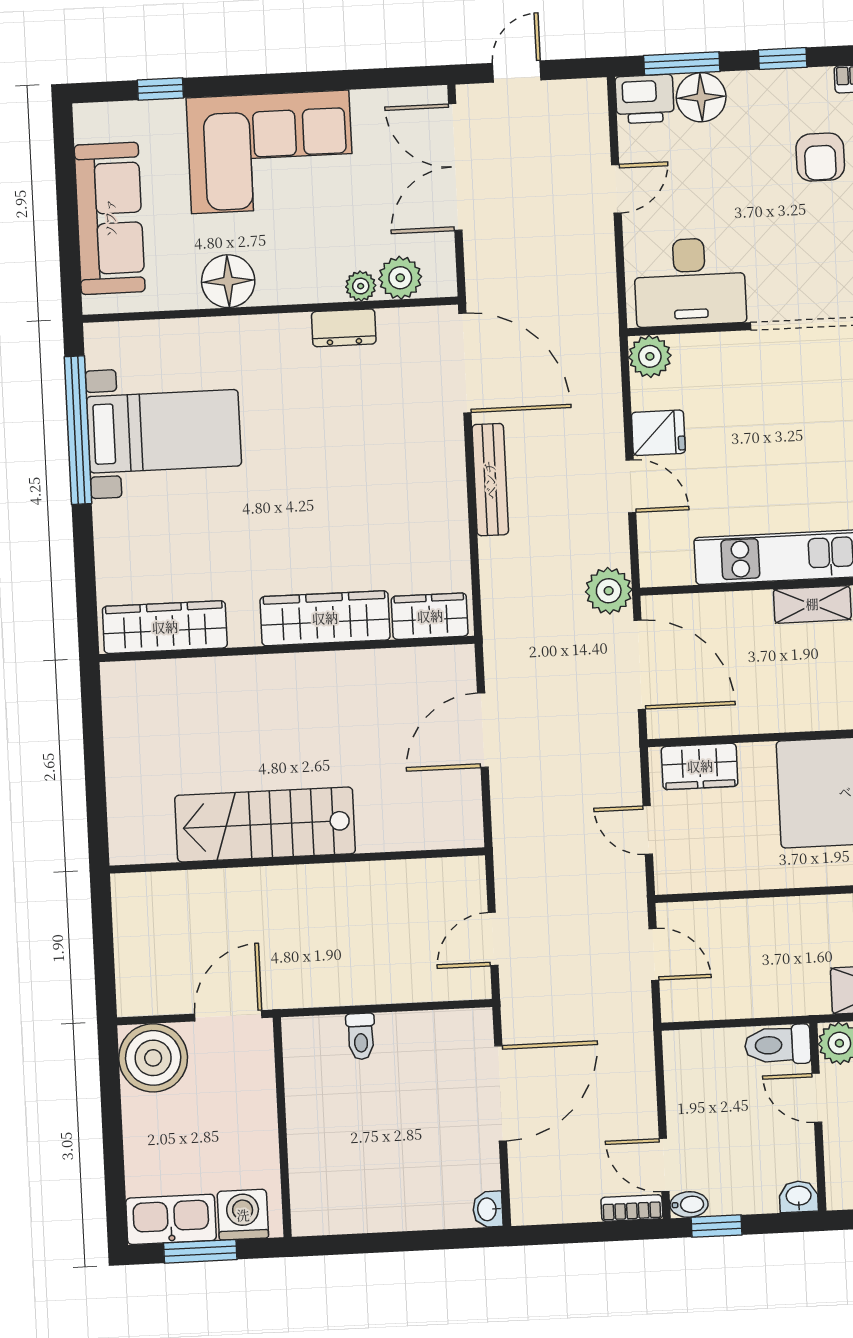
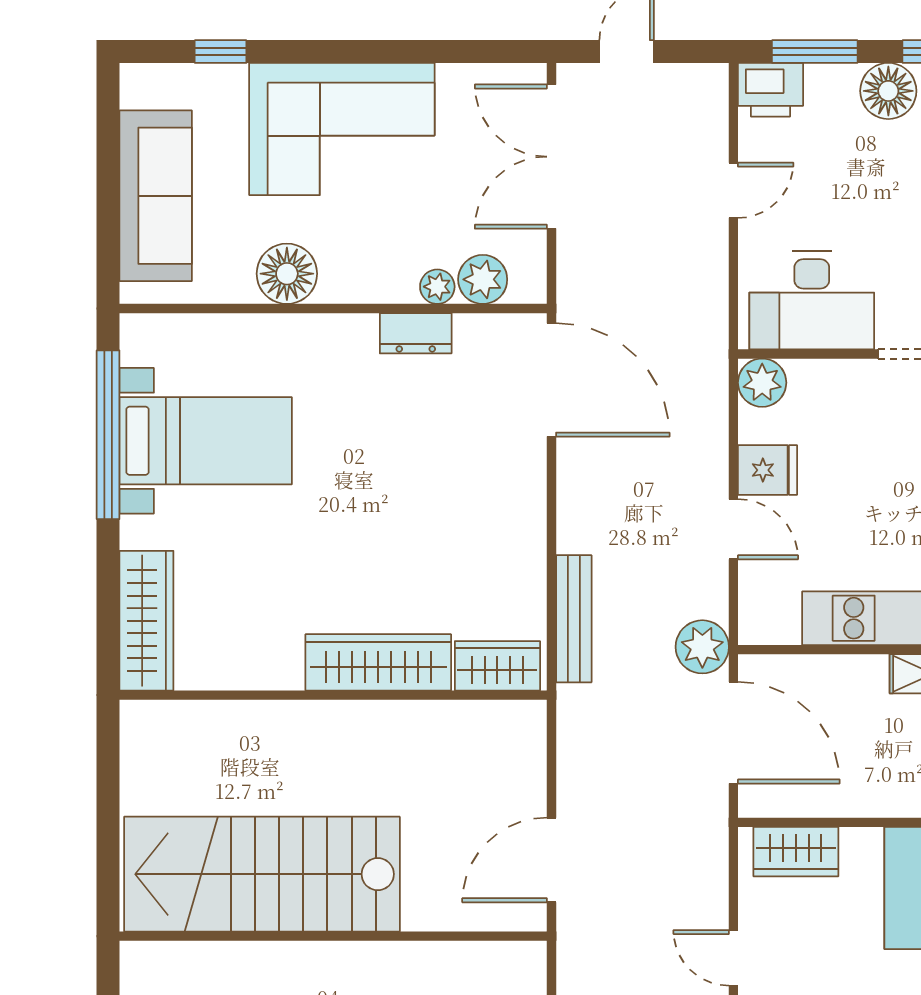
floor lamp: (701, 97) -> (888, 91), moved
bench: (490, 480) -> (574, 619), moved
wardrobe: (165, 627) -> (146, 621), moved, turned 90
door: (483, 730) -> (551, 860), moved
stairs: (265, 824) -> (262, 874), width x1.36, depth x1.51
door: (648, 830) -> (733, 958), moved

